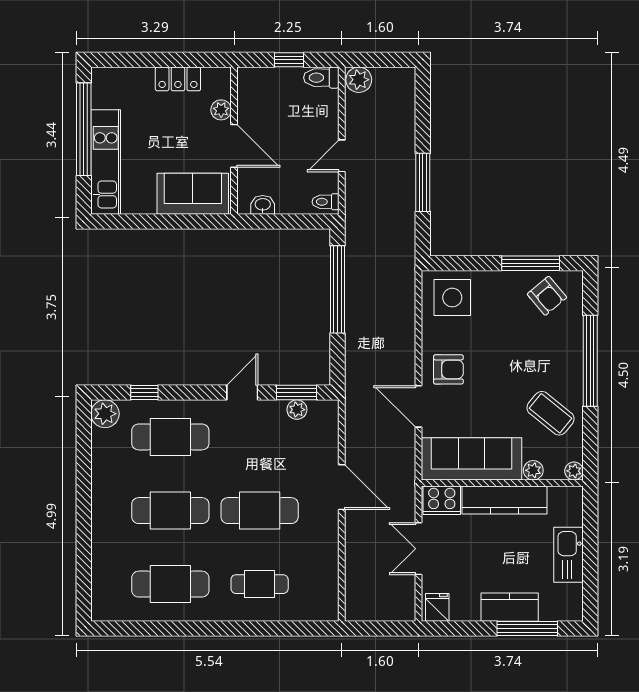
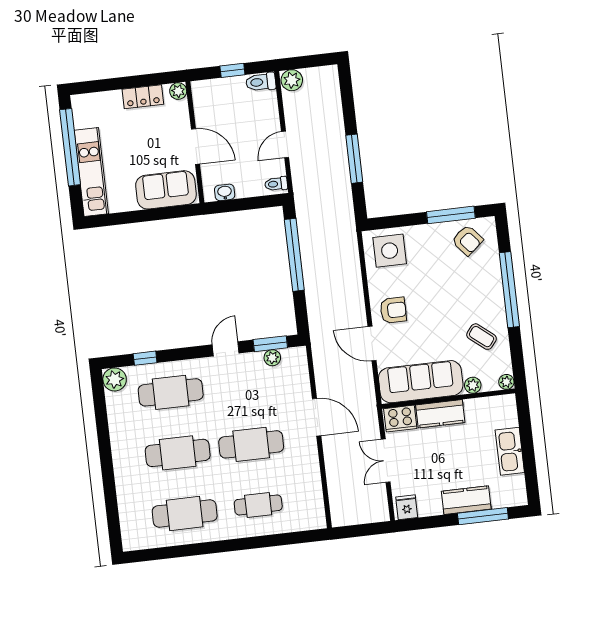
plant: (221, 110) -> (178, 91), moved
coffee table: (551, 413) -> (482, 337), width x0.73, depth x0.77
kitchen counter: (504, 500) -> (440, 414), width x0.67

